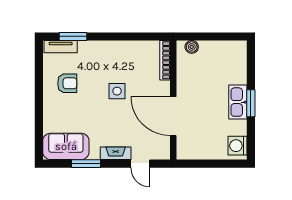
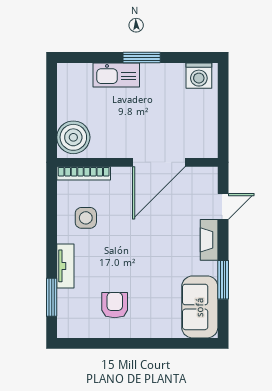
tv unit: (61, 47) -> (65, 266), moved
boiler: (192, 47) -> (73, 137), width x1.86, depth x1.86
side table: (117, 91) -> (86, 218), moved
kitchen sink: (238, 102) -> (116, 75), moved

